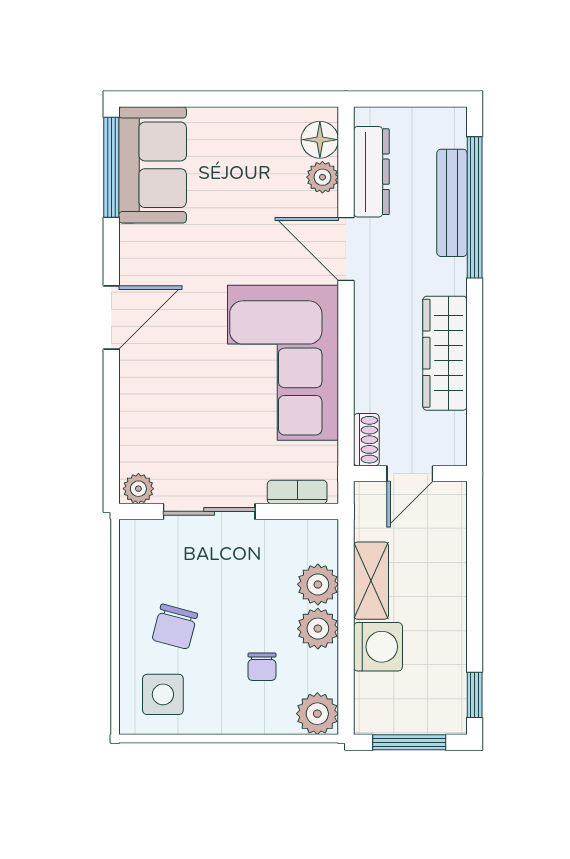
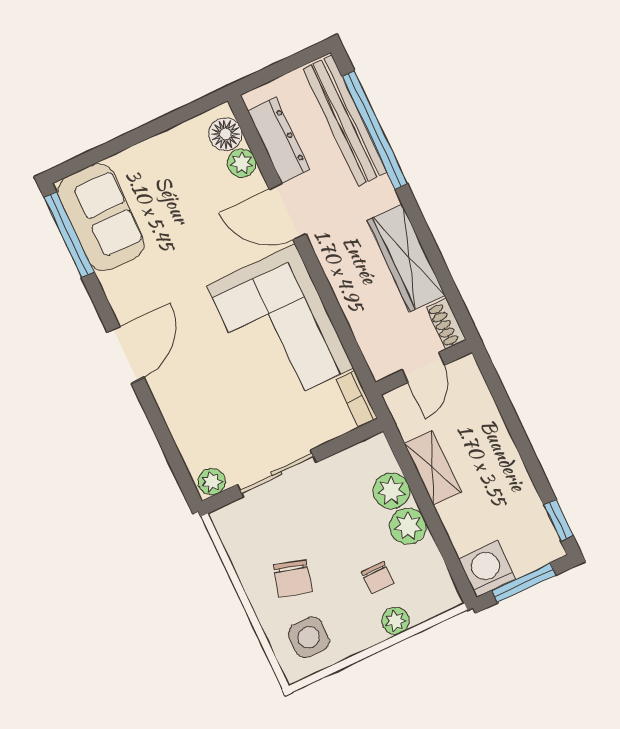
bench: (452, 203) -> (345, 120), width x1.37, depth x1.21
shoe rack: (366, 440) -> (446, 324), moved, turned 180
bookcase: (297, 492) -> (356, 399), moved, turned -90
washing machine: (378, 647) -> (487, 569), moved, turned -90
plant: (317, 714) -> (396, 621), moved, width x0.73, depth x0.73

